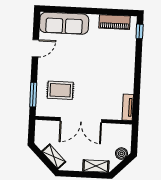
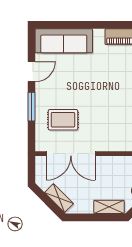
window: (33, 95) -> (32, 107), moved
double door: (81, 120) -> (71, 154), moved

